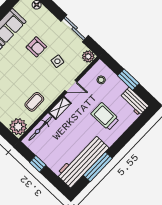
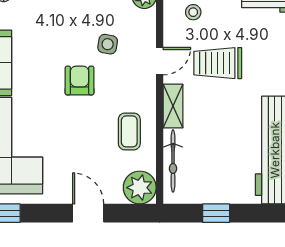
armchair: (36, 47) -> (80, 80), moved, turned -90
trolley: (105, 116) -> (218, 63), moved

